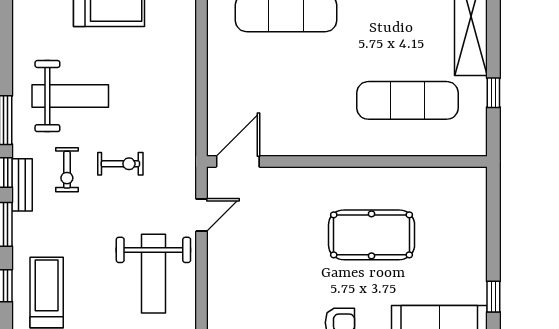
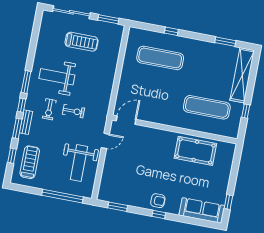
weight bench: (70, 96) -> (57, 77), turned 180
bench: (22, 185) -> (26, 122), moved
pool table: (372, 235) -> (195, 151), moved

